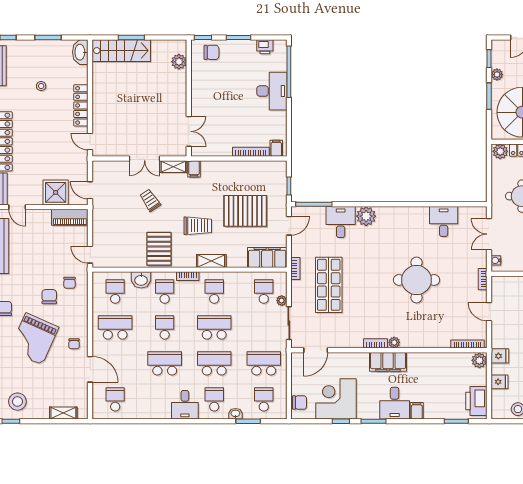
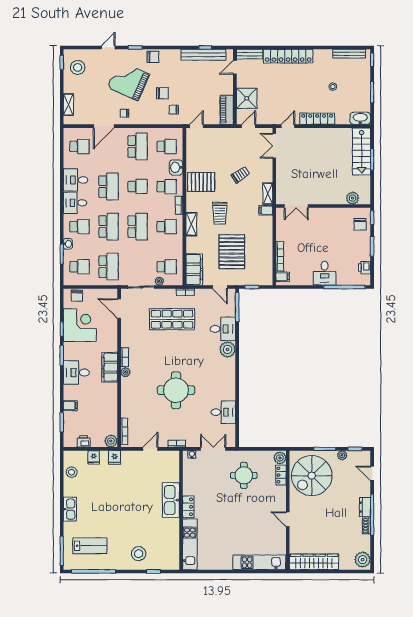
desk: (272, 91) -> (325, 273), width x0.73
double door: (145, 158) -> (274, 146), moved
printer: (476, 401) -> (84, 441), width x0.53, depth x0.68
desk: (157, 404) -> (76, 180), added
filing cabinet: (417, 411) -> (70, 406), moved

